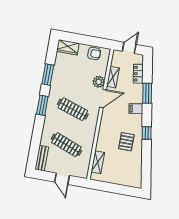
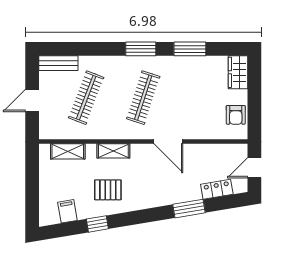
door: (129, 48) -> (254, 168), swing flipped
shelving: (113, 77) -> (113, 151), moved
plant: (99, 82) -> (193, 130), removed
filing cabinet: (136, 109) -> (67, 211), moved
window: (147, 133) -> (97, 224), moved

